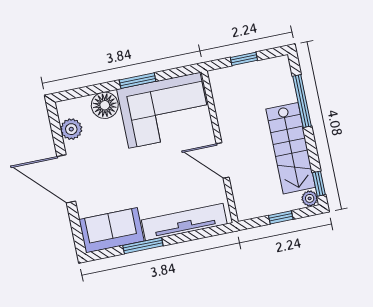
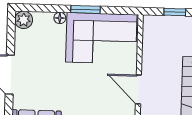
floor lamp: (105, 105) -> (60, 18), width x0.53, depth x0.53
plant: (71, 129) -> (24, 20), moved

